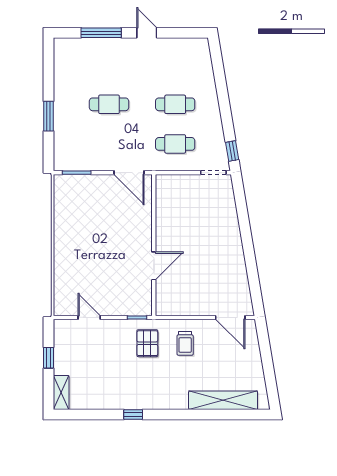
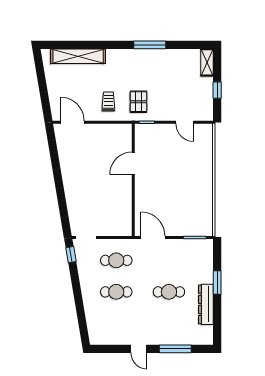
dresser: (63, 89) -> (206, 304), added
window: (133, 414) -> (150, 45), width x2.17

